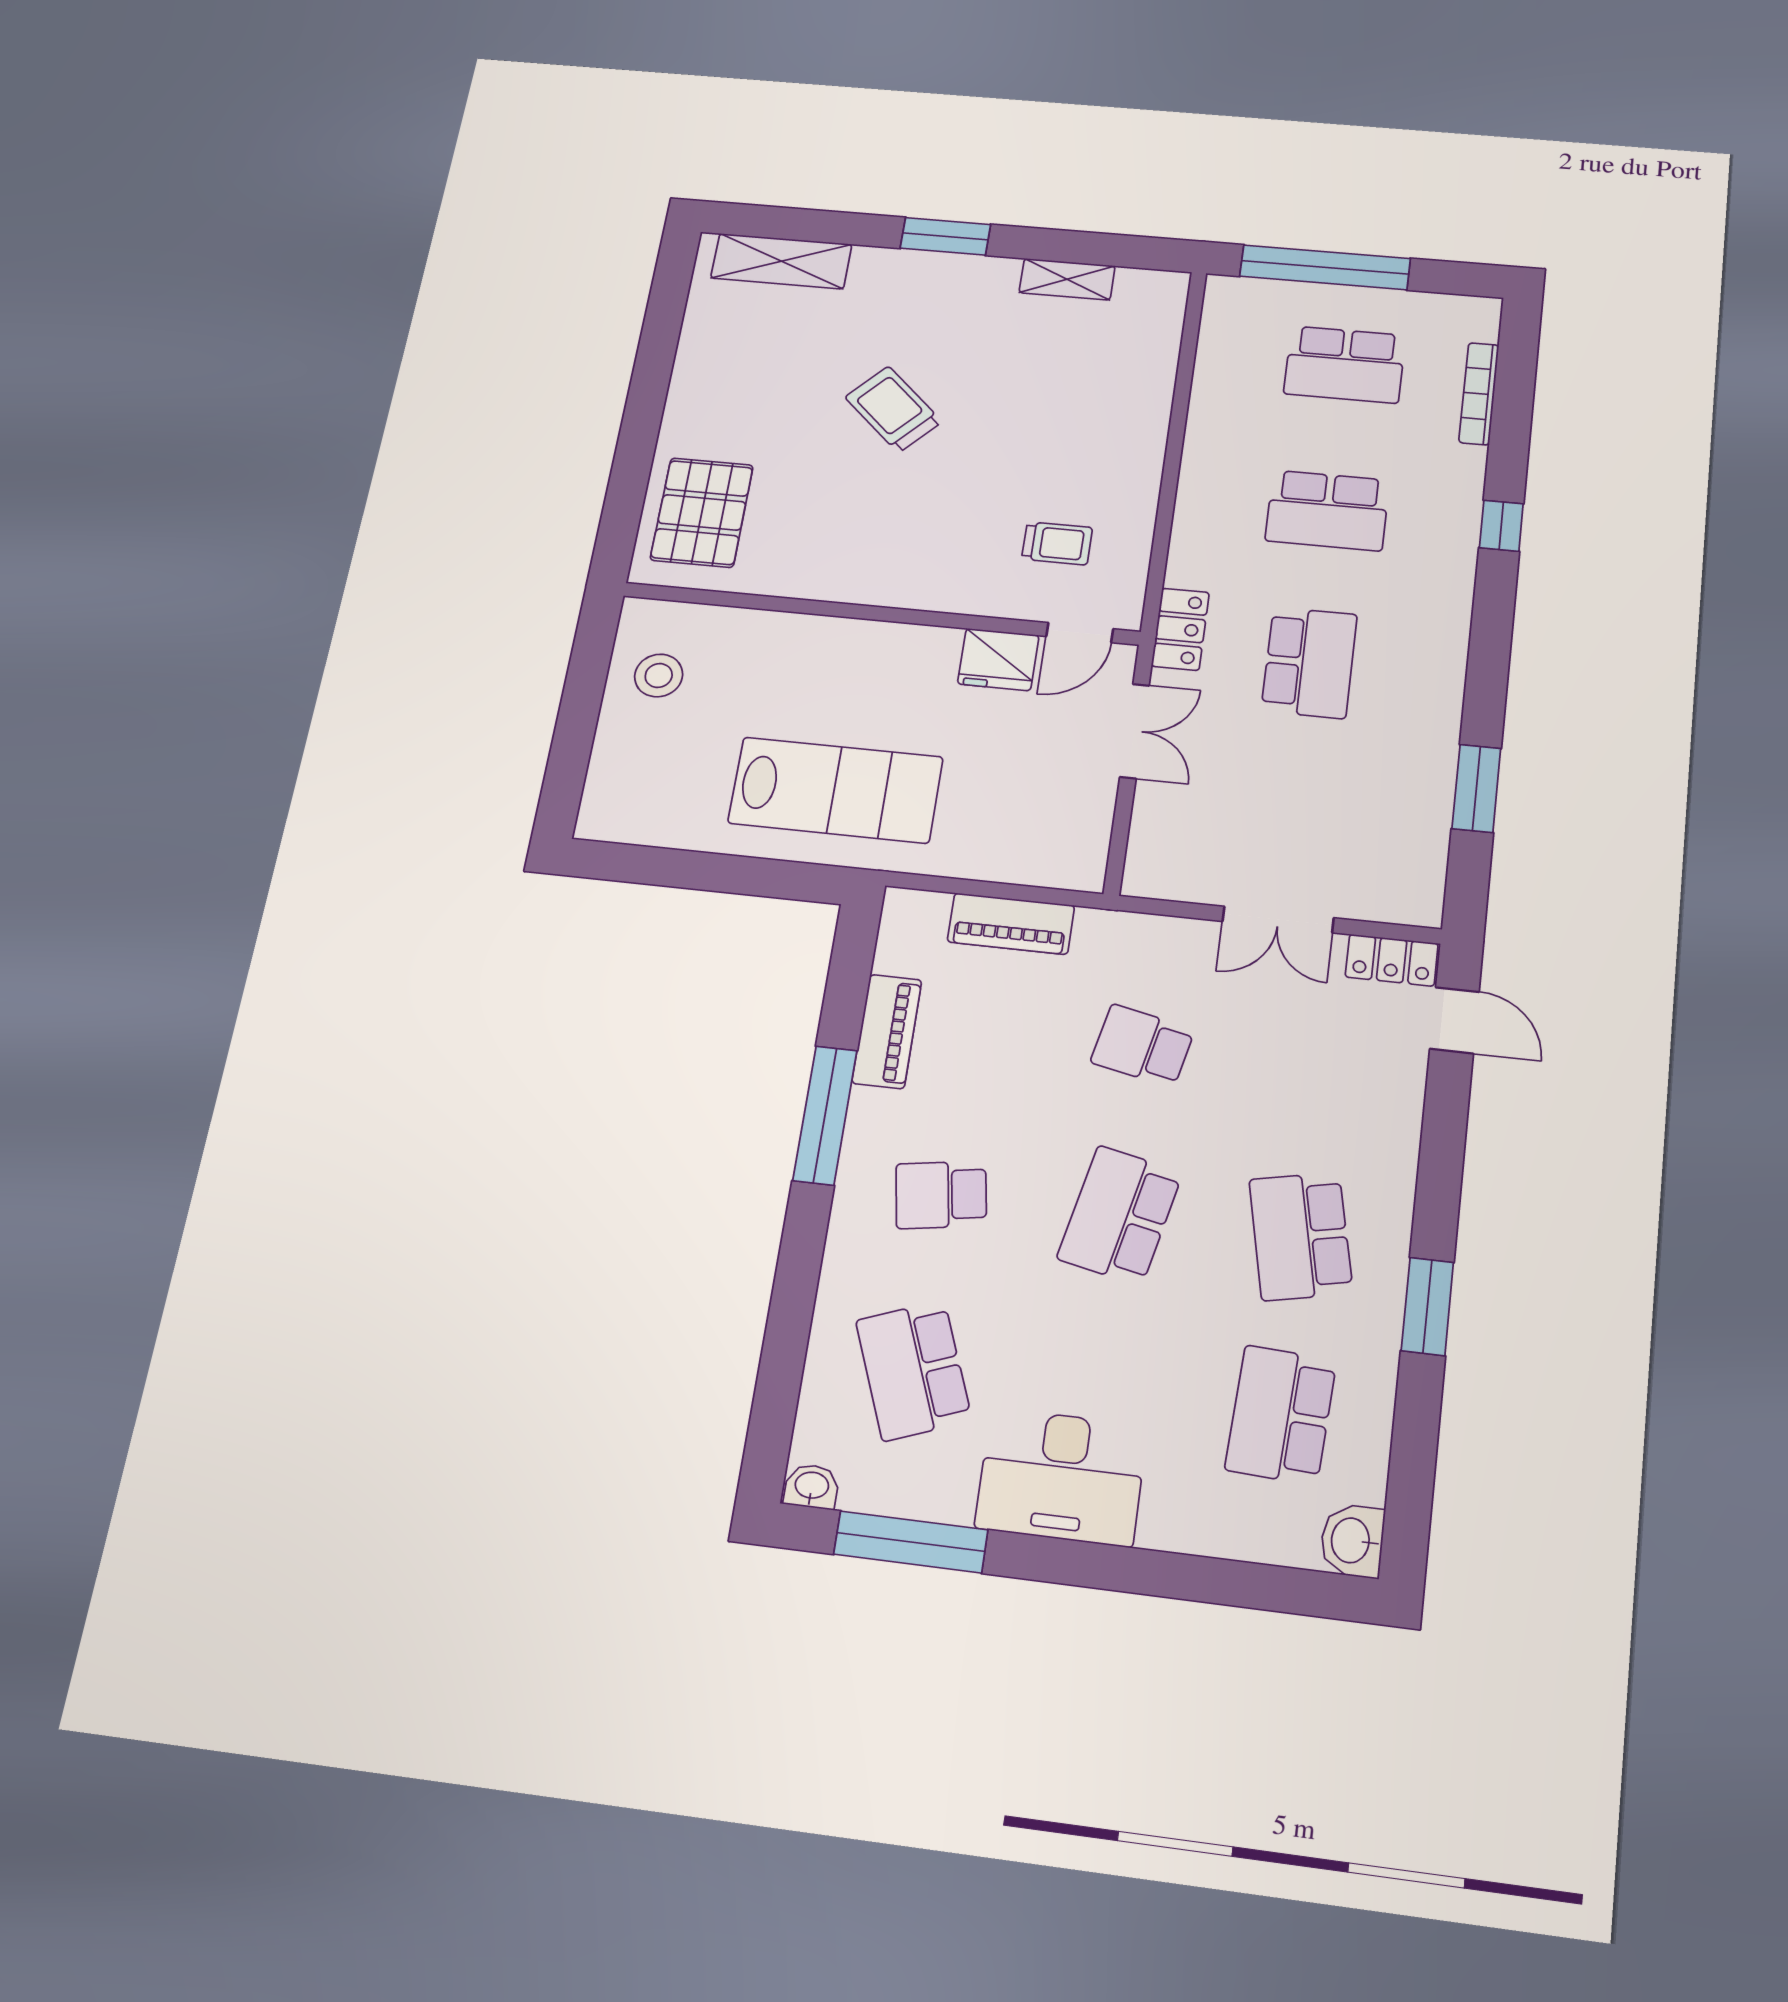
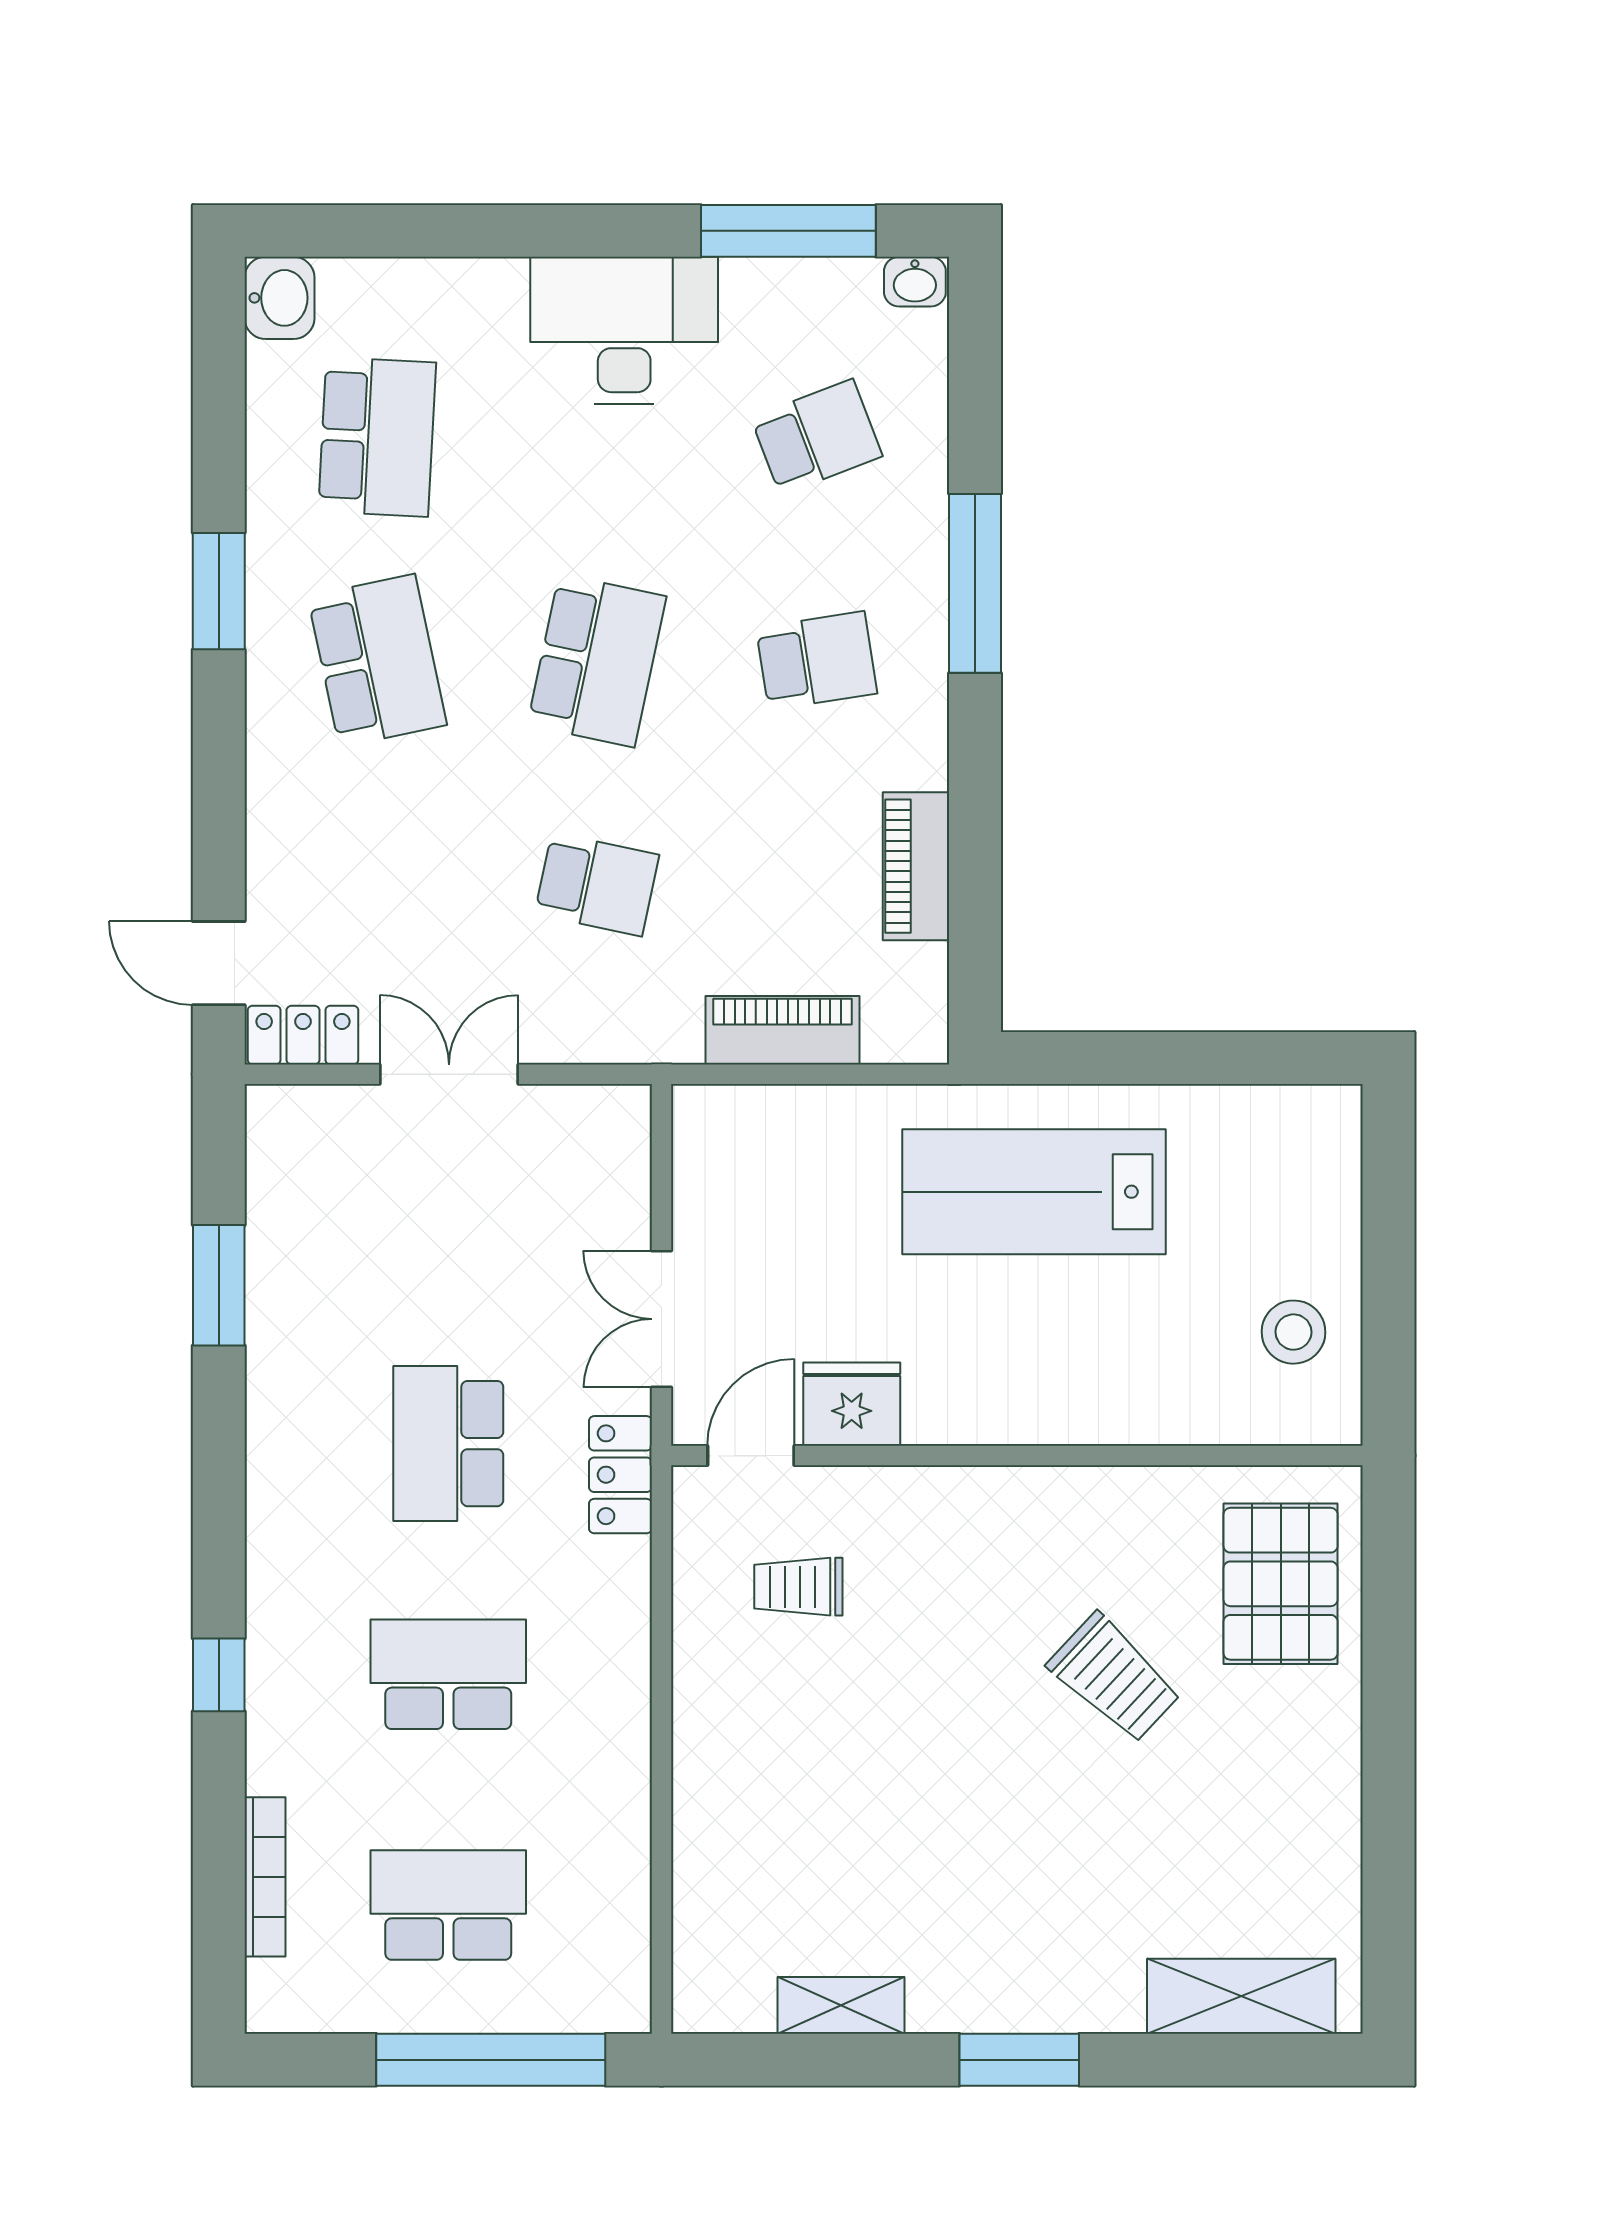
trolley: (893, 409) -> (1114, 1678), moved
window: (825, 1115) -> (975, 583), moved
school desk: (914, 1370) -> (817, 437), width x0.54

